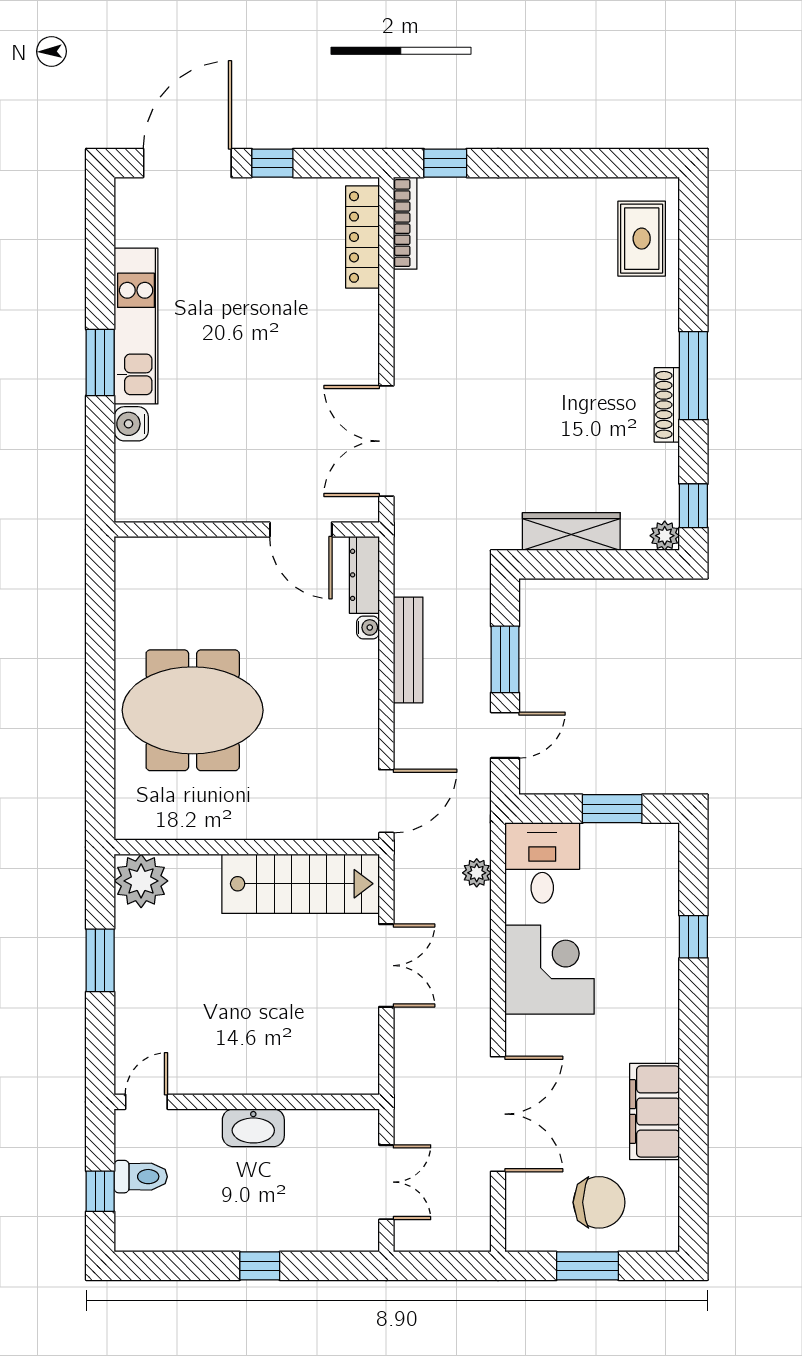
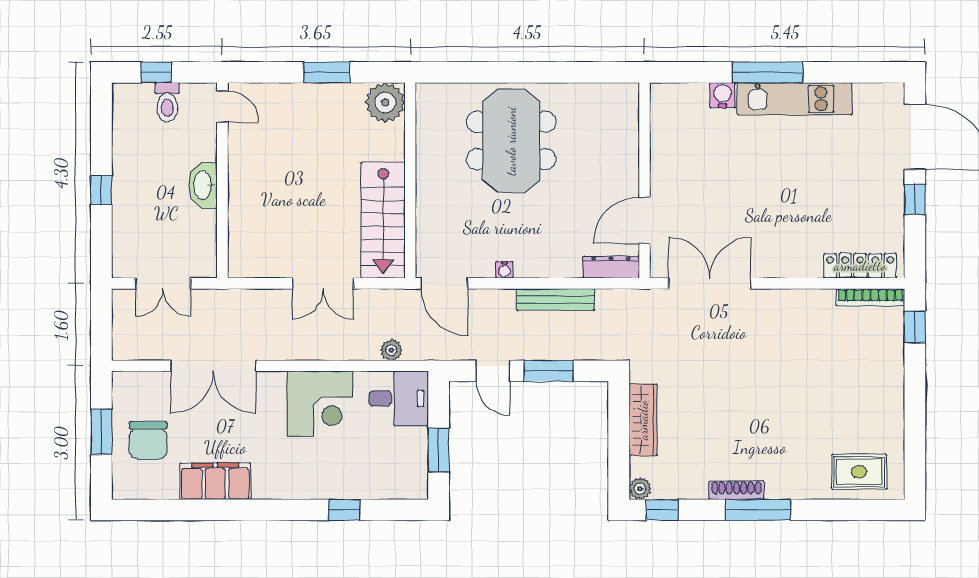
window: (100, 363) -> (768, 72), width x1.44
water cooler: (368, 627) -> (504, 270), moved

